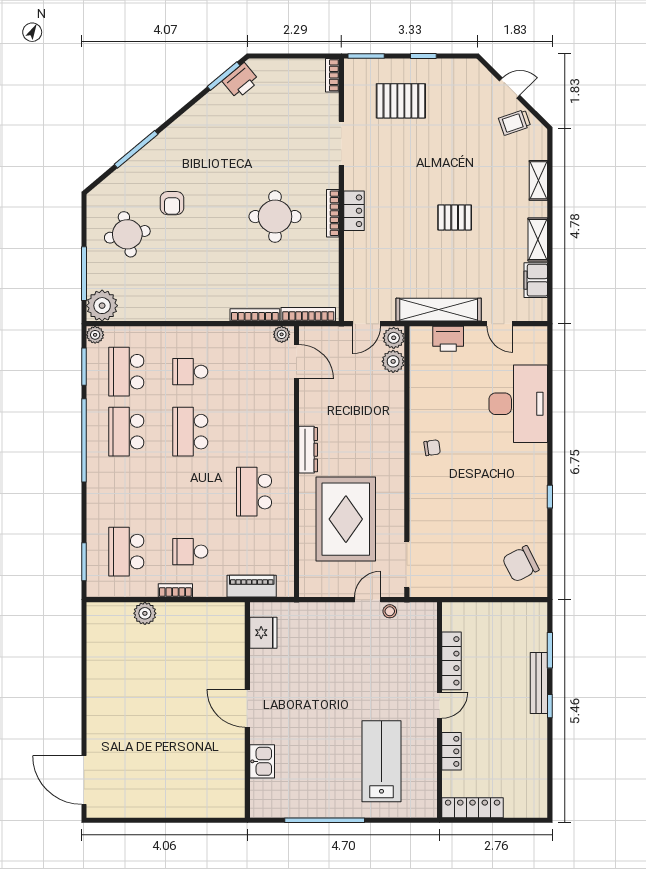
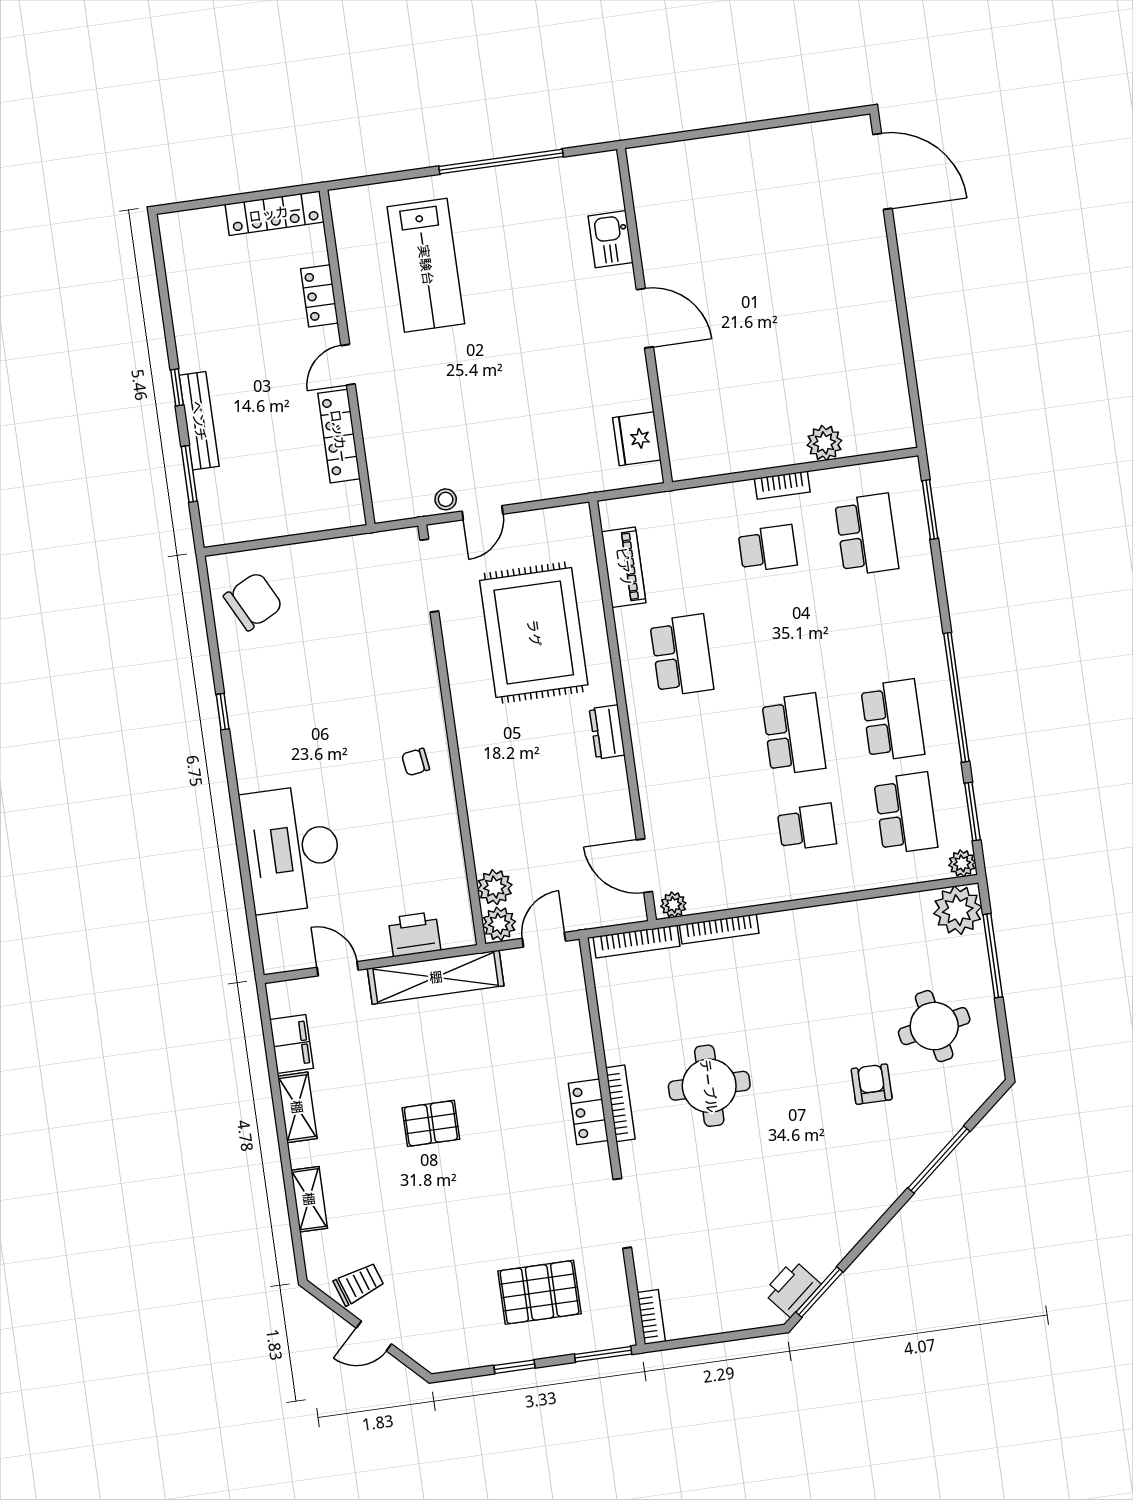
dresser: (308, 450) -> (607, 732), width x0.70
piano: (252, 586) -> (624, 567), moved, turned -90

